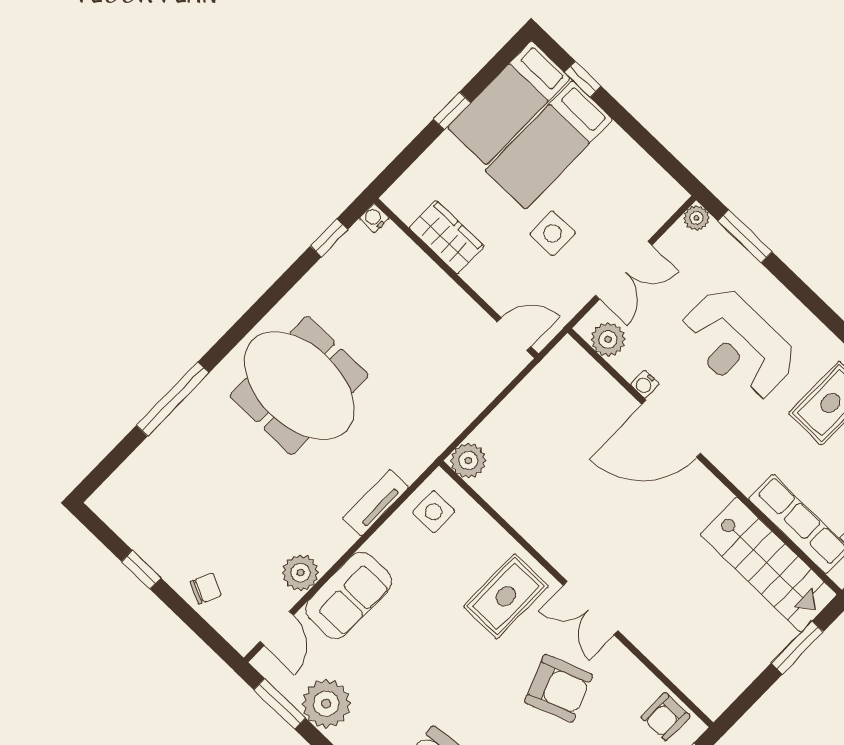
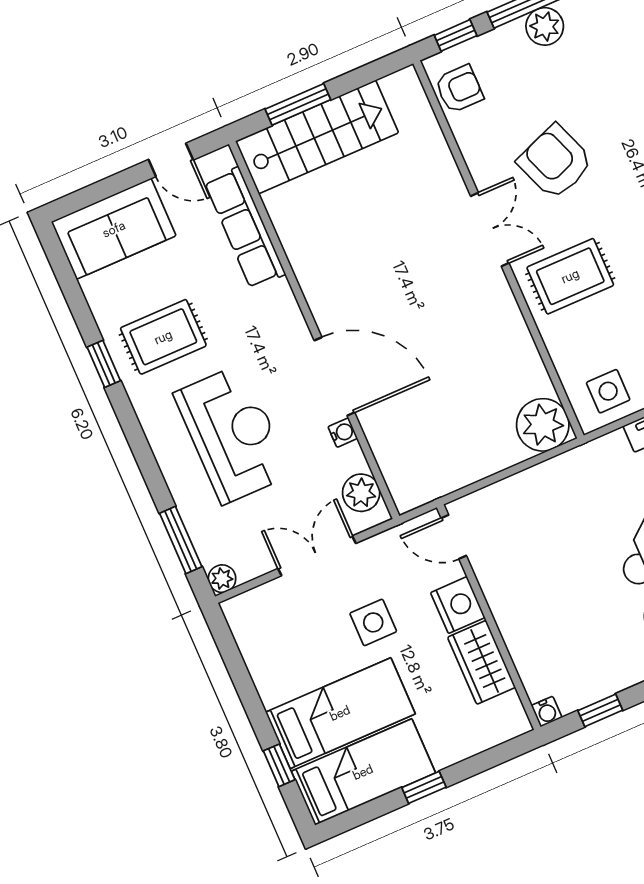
nightstand: (487, 278) -> (458, 605), added
plant: (468, 461) -> (543, 425), width x1.36, depth x1.36
stairs: (769, 565) -> (317, 137), moved, turned 90

